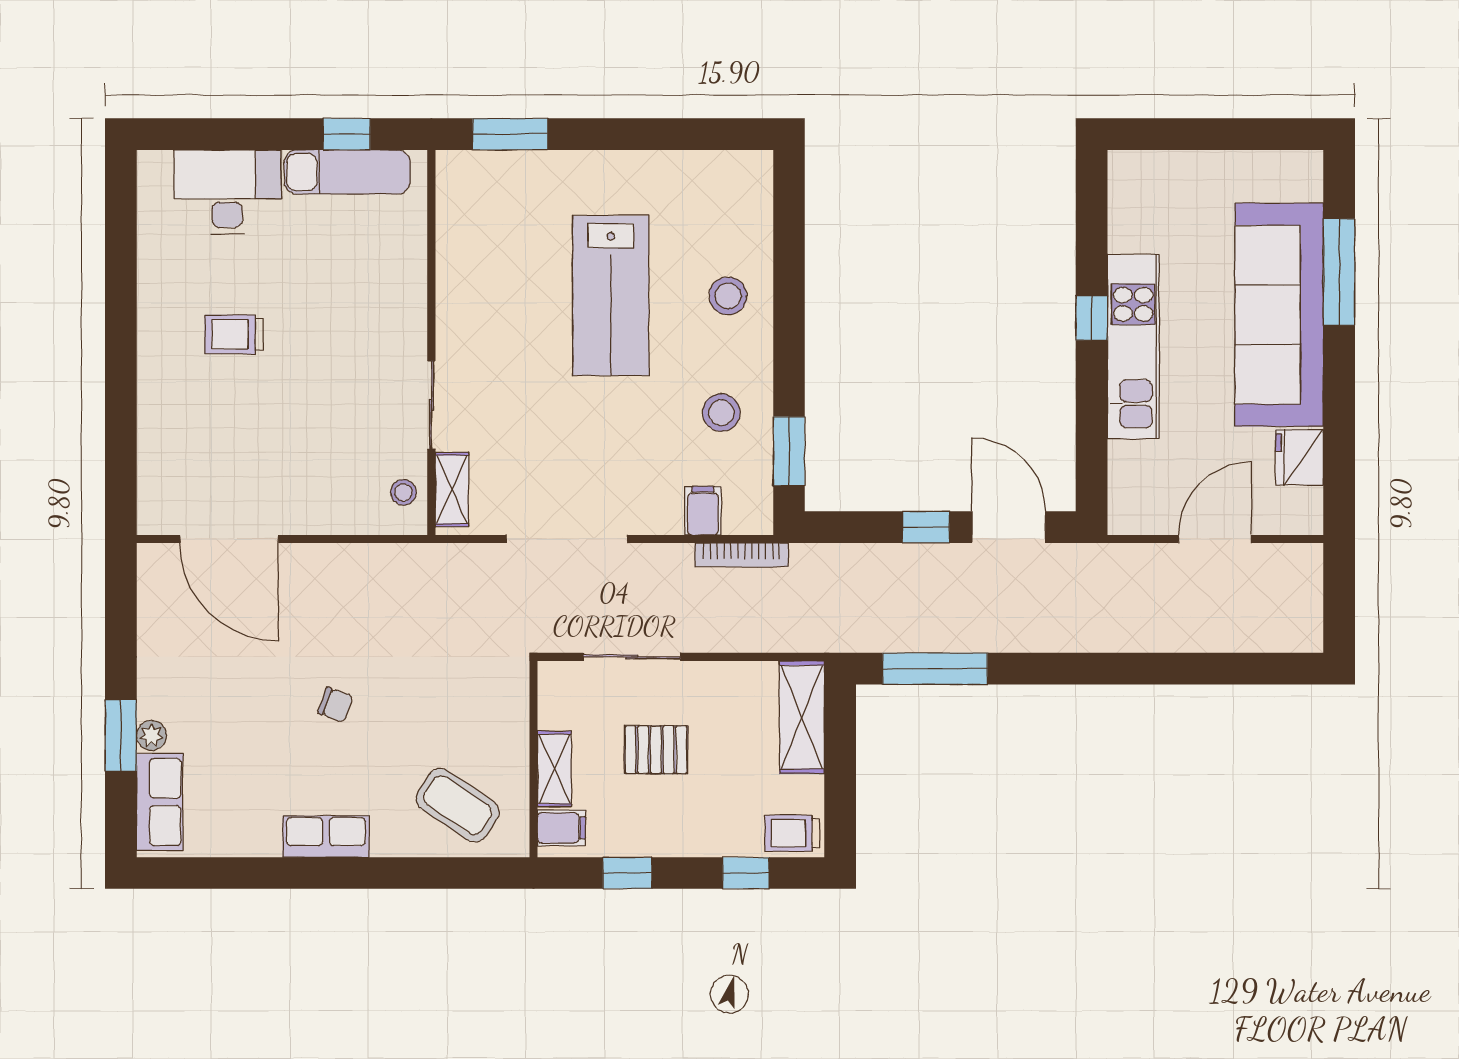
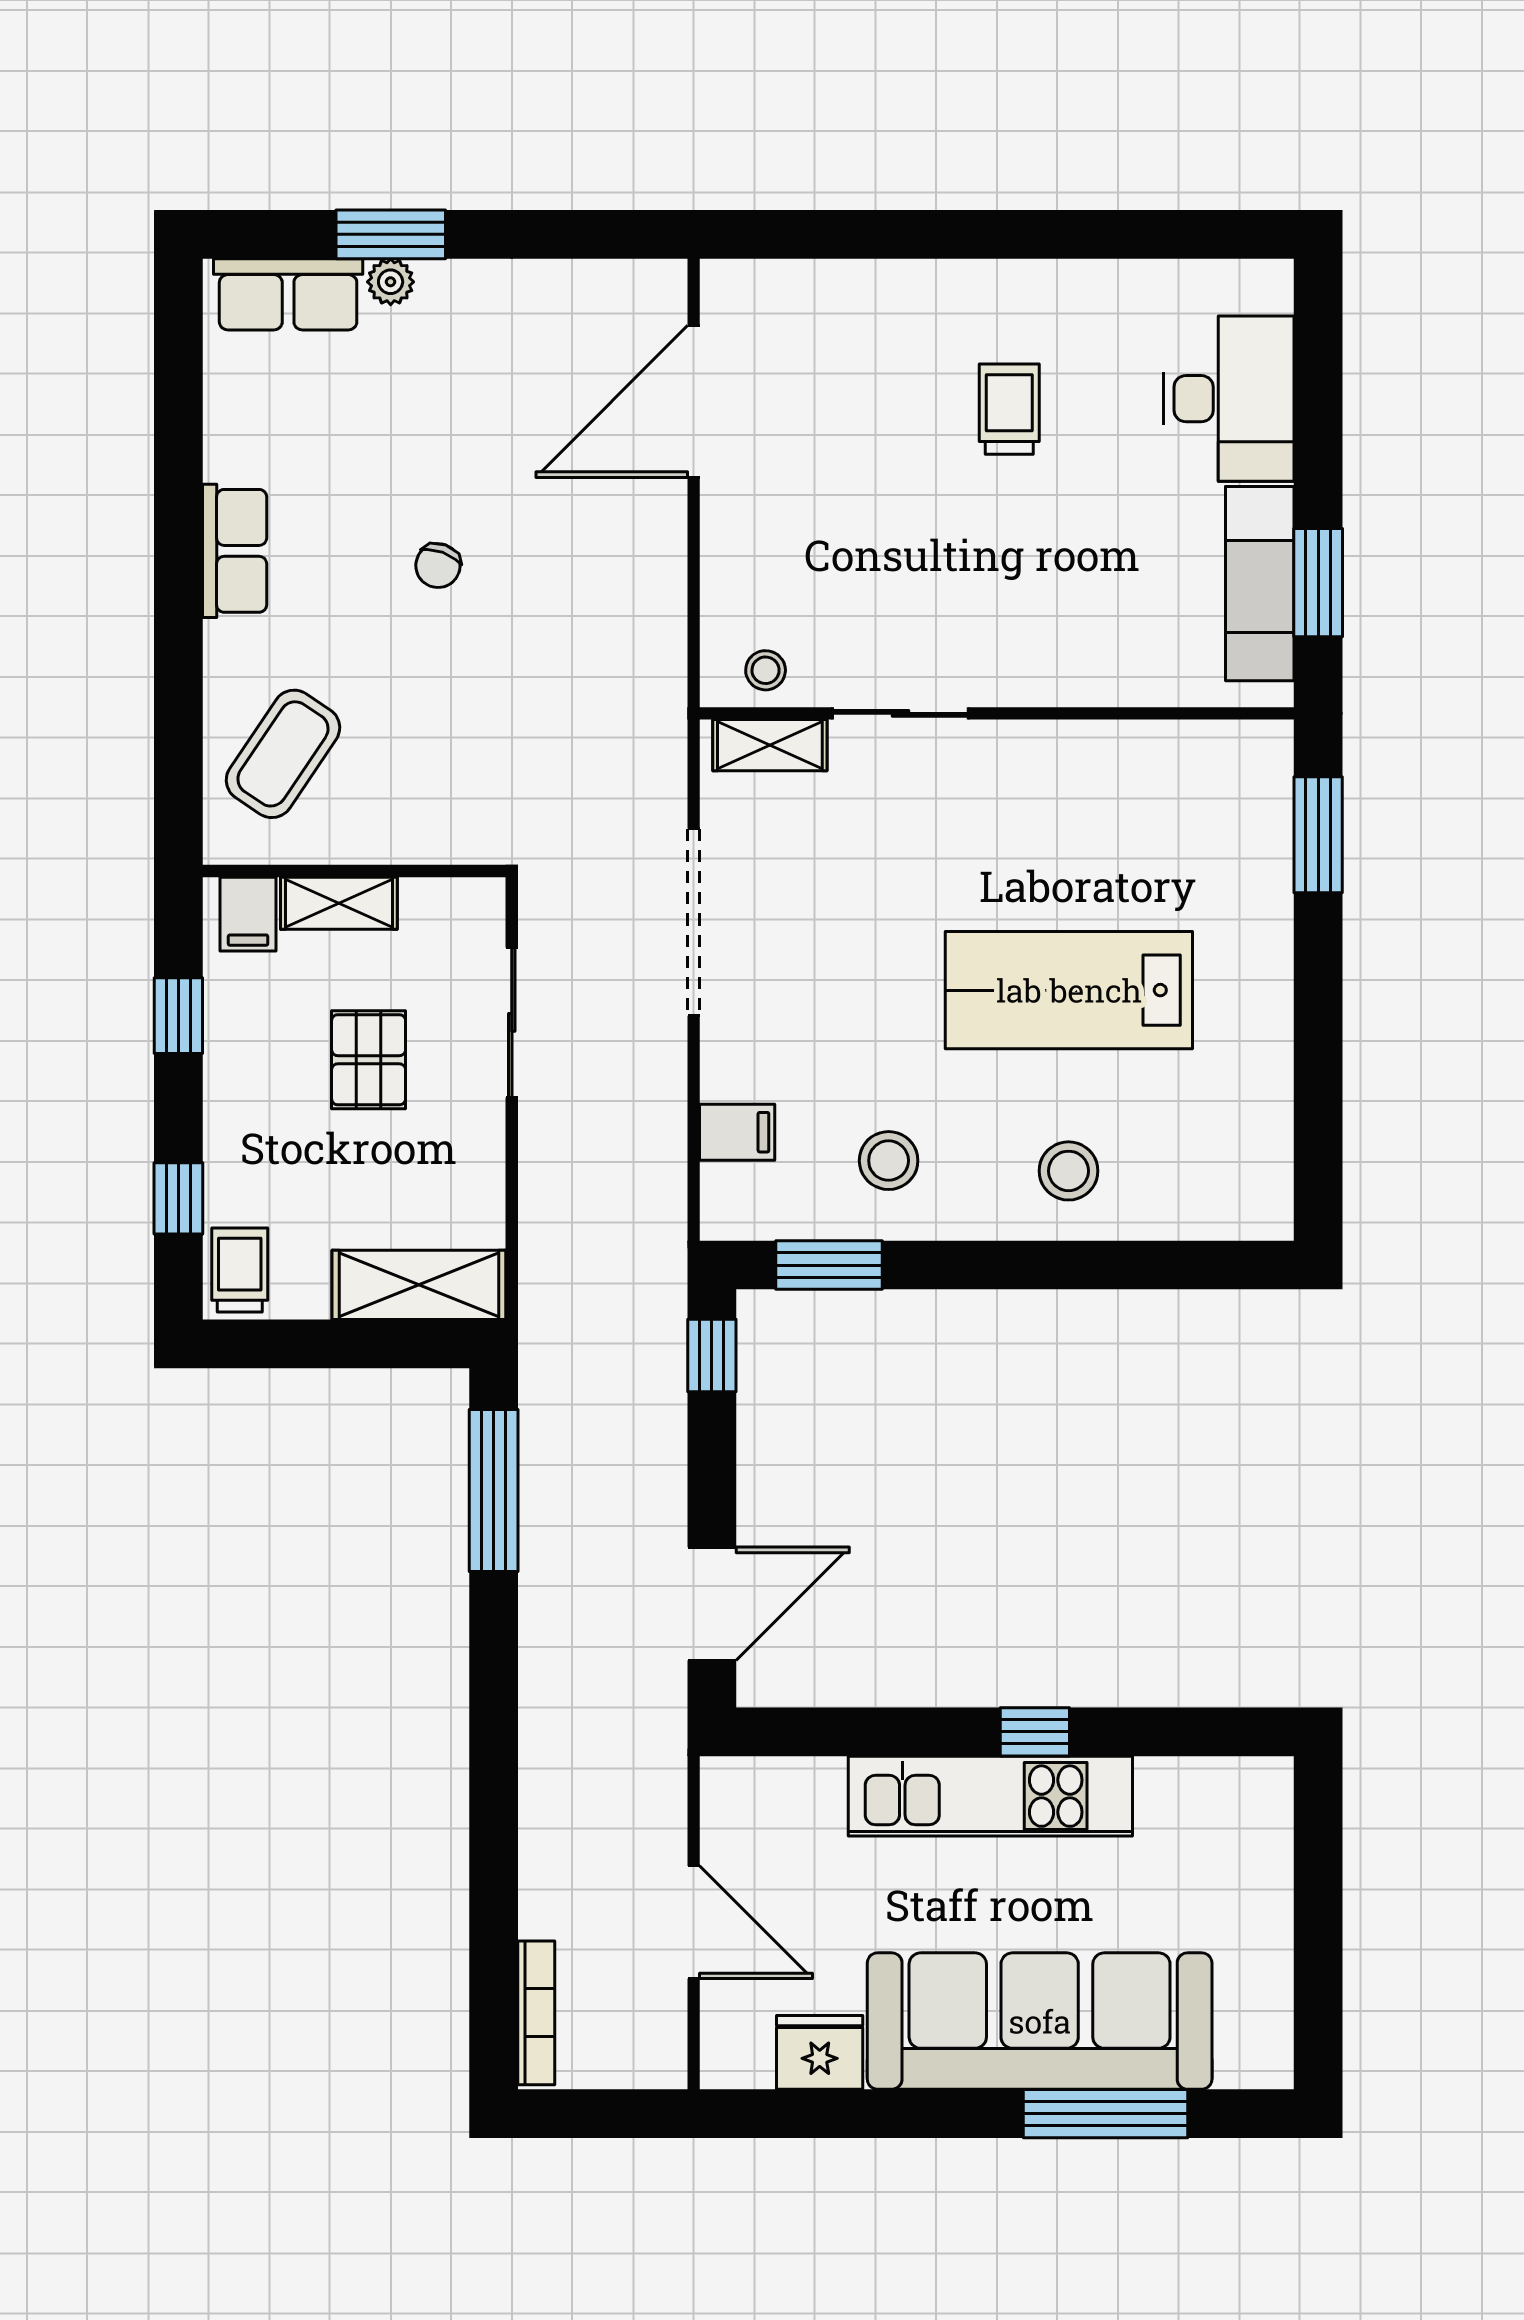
window: (347, 134) -> (1318, 583), width x1.50
window: (926, 527) -> (712, 1355), moved
bookcase: (741, 555) -> (536, 2013), moved, turned 180

